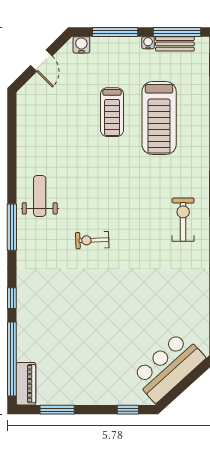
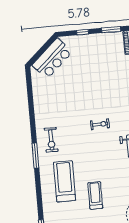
treadmill: (159, 118) -> (65, 181), moved
window: (128, 410) -> (83, 32), moved

